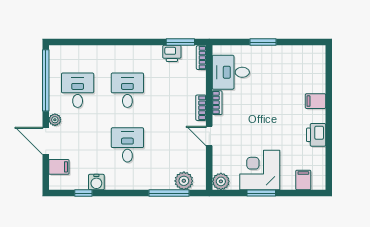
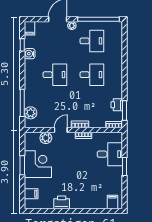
desk: (231, 72) -> (110, 154), moved, turned 90
filing cabinet: (316, 101) -> (112, 202), moved
filing cabinet: (59, 167) -> (29, 28), moved
plant: (221, 181) -> (46, 138), moved

